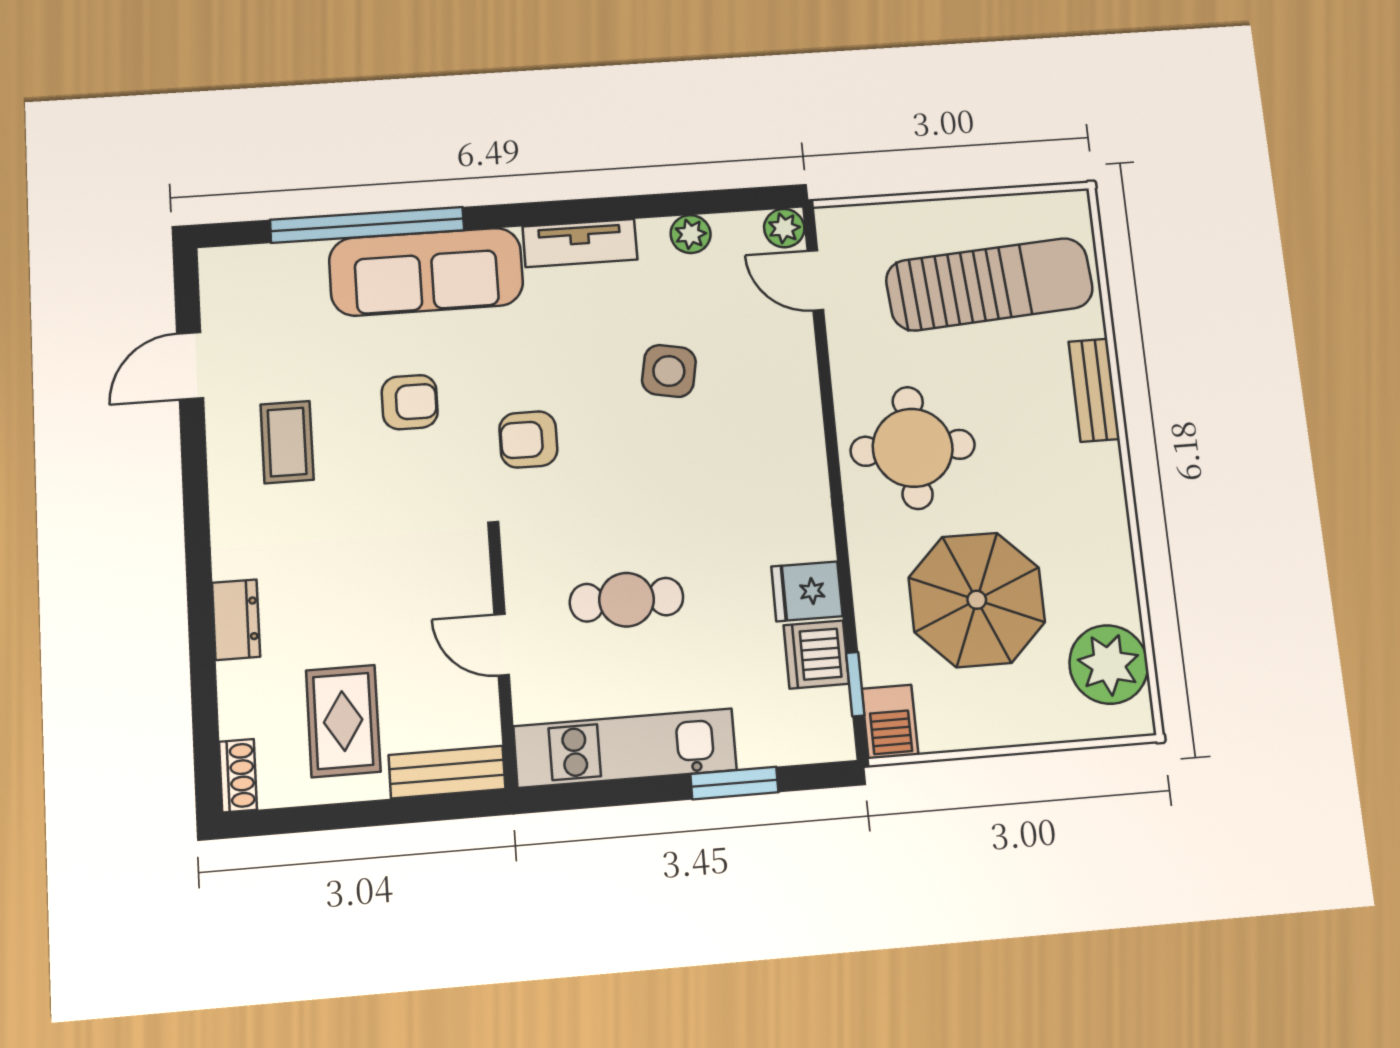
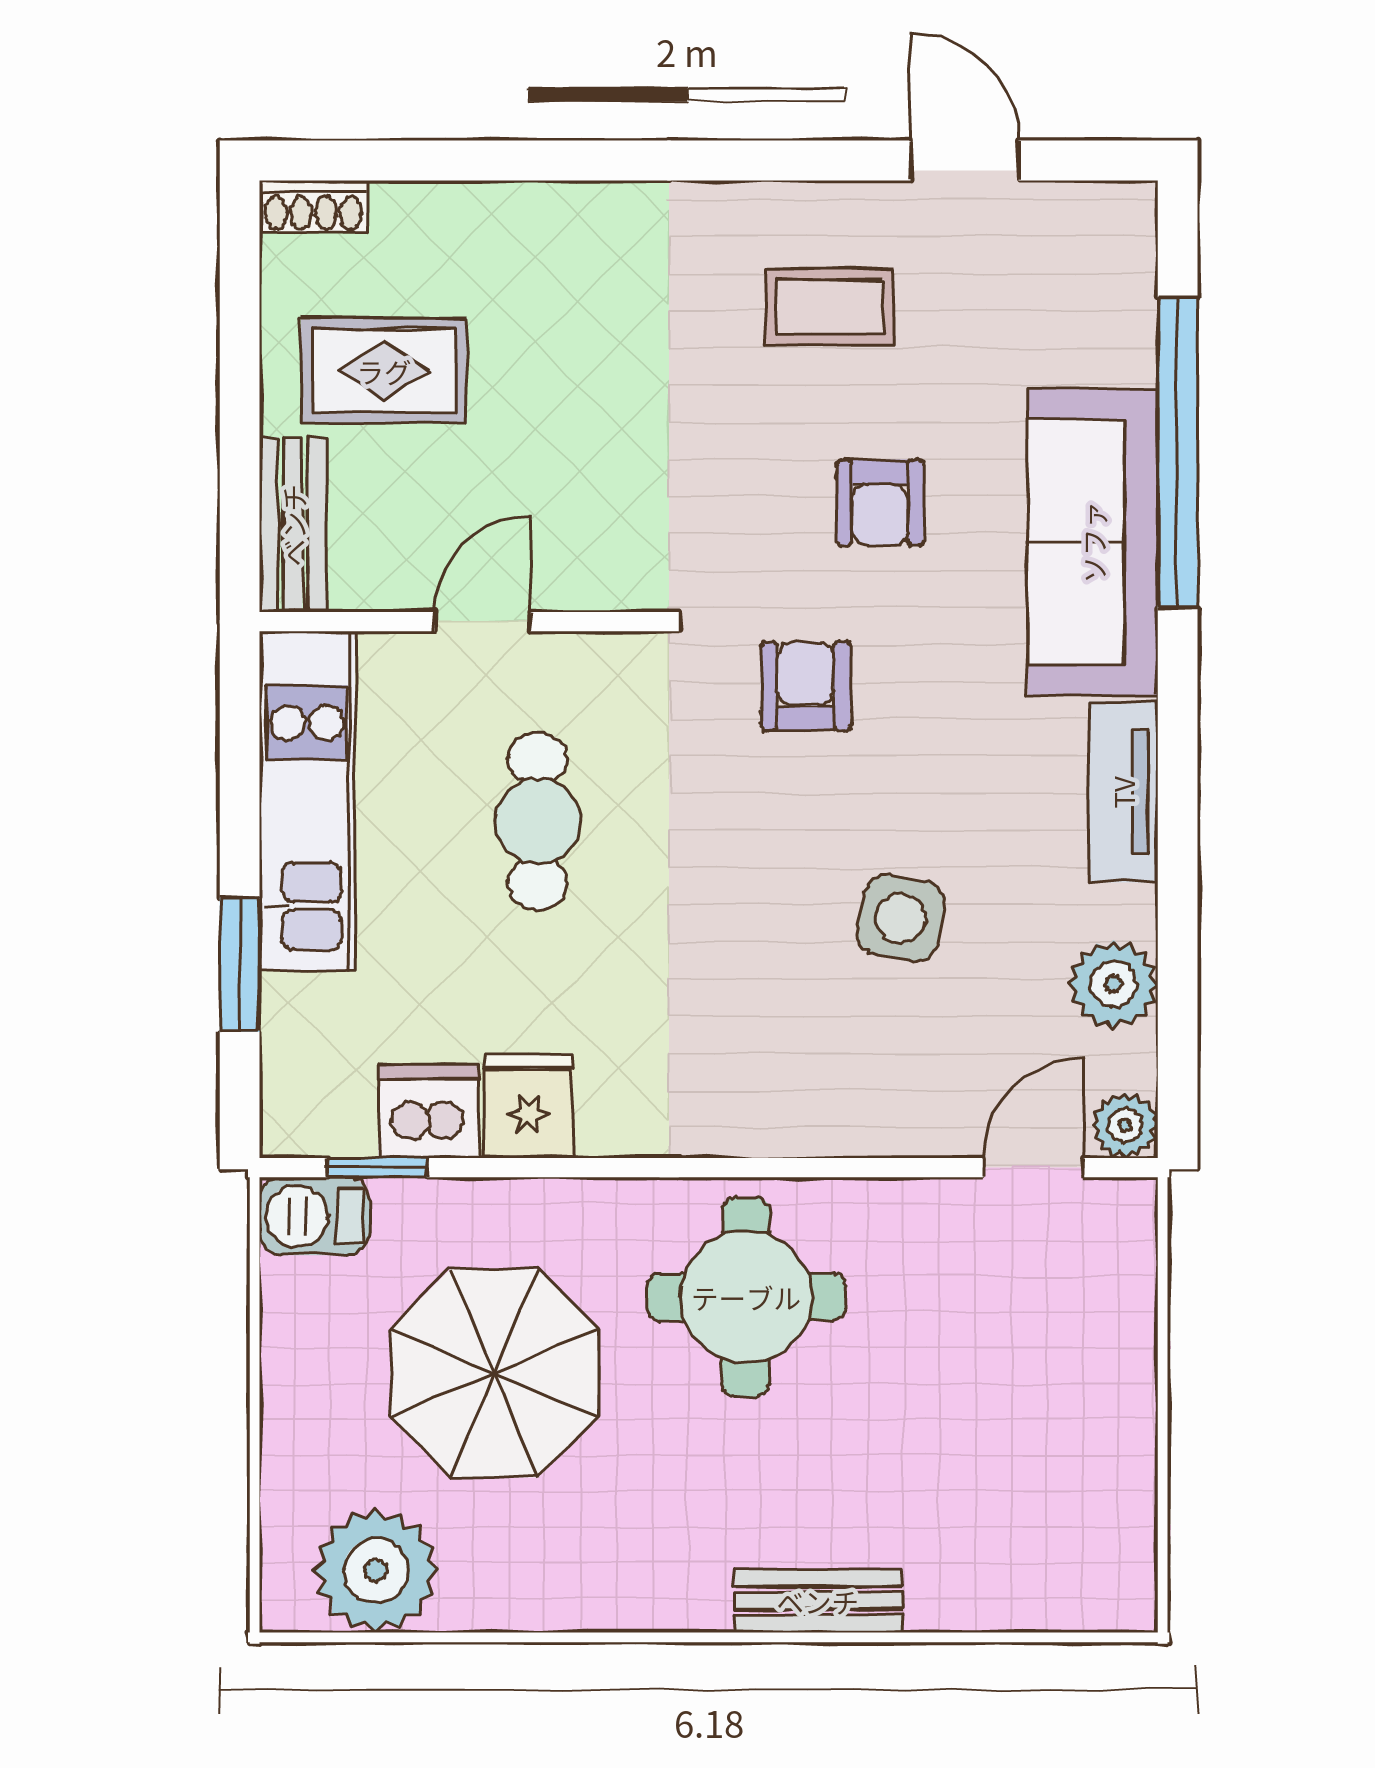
plant: (691, 234) -> (1114, 984), width x1.38, depth x1.38
sun lounger: (990, 284) -> (1007, 1451), removed
dresser: (236, 620) -> (554, 214), removed

